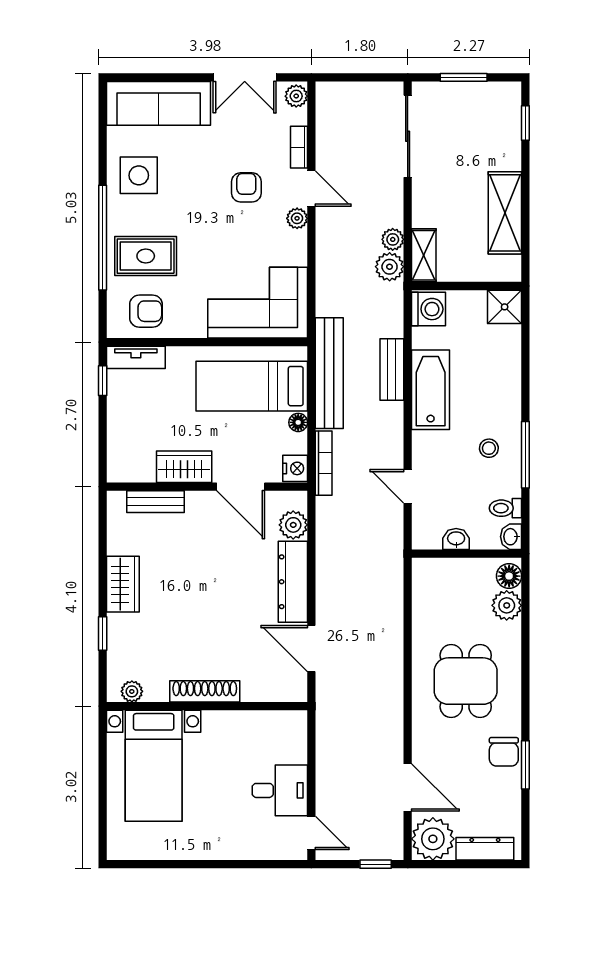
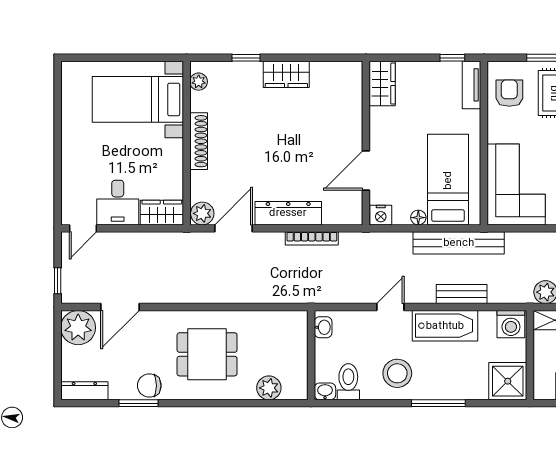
shower: (505, 307) -> (508, 381), width x1.36, depth x1.36
armchair: (146, 311) -> (509, 93), turned 180
stool: (489, 448) -> (397, 373), width x1.89, depth x1.89
window: (525, 455) -> (438, 403), moved
bookcase: (324, 463) -> (312, 238), moved
wardrobe: (184, 467) -> (382, 84), moved
door: (408, 486) -> (390, 307), moved
bench: (155, 502) -> (354, 101), removed
toilet: (505, 508) -> (348, 382), width x1.37, depth x1.39
plant: (293, 525) -> (202, 213), moved
washbasin: (456, 539) -> (323, 327), moved
floor lamp: (509, 576) -> (293, 390), removed
wardrobe: (292, 736) -> (162, 213), added
dresser: (485, 849) -> (84, 391), moved, turned -90

